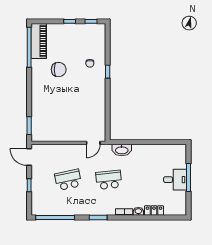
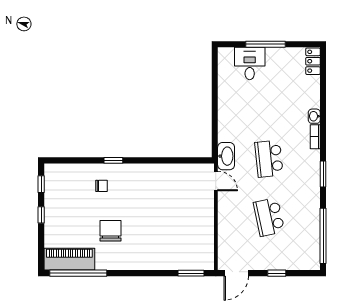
washbasin: (122, 150) -> (226, 156), moved
desk: (175, 180) -> (250, 63), moved
locker: (154, 210) -> (313, 61), moved

